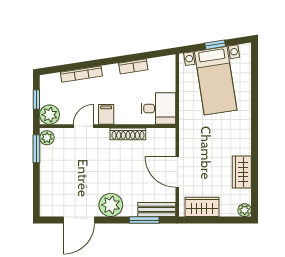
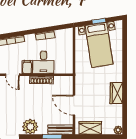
desk: (158, 108) -> (43, 62), moved, turned 90
door: (84, 126) -> (12, 75), swing flipped
wardrobe: (242, 172) -> (116, 93), moved

